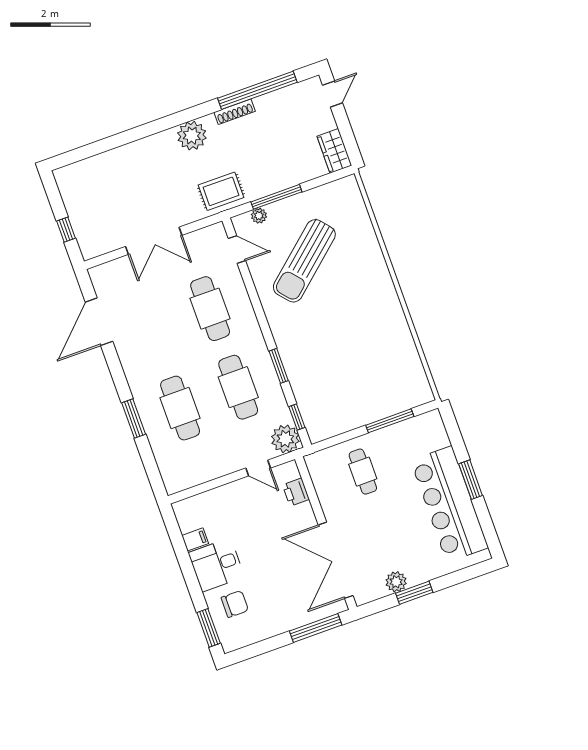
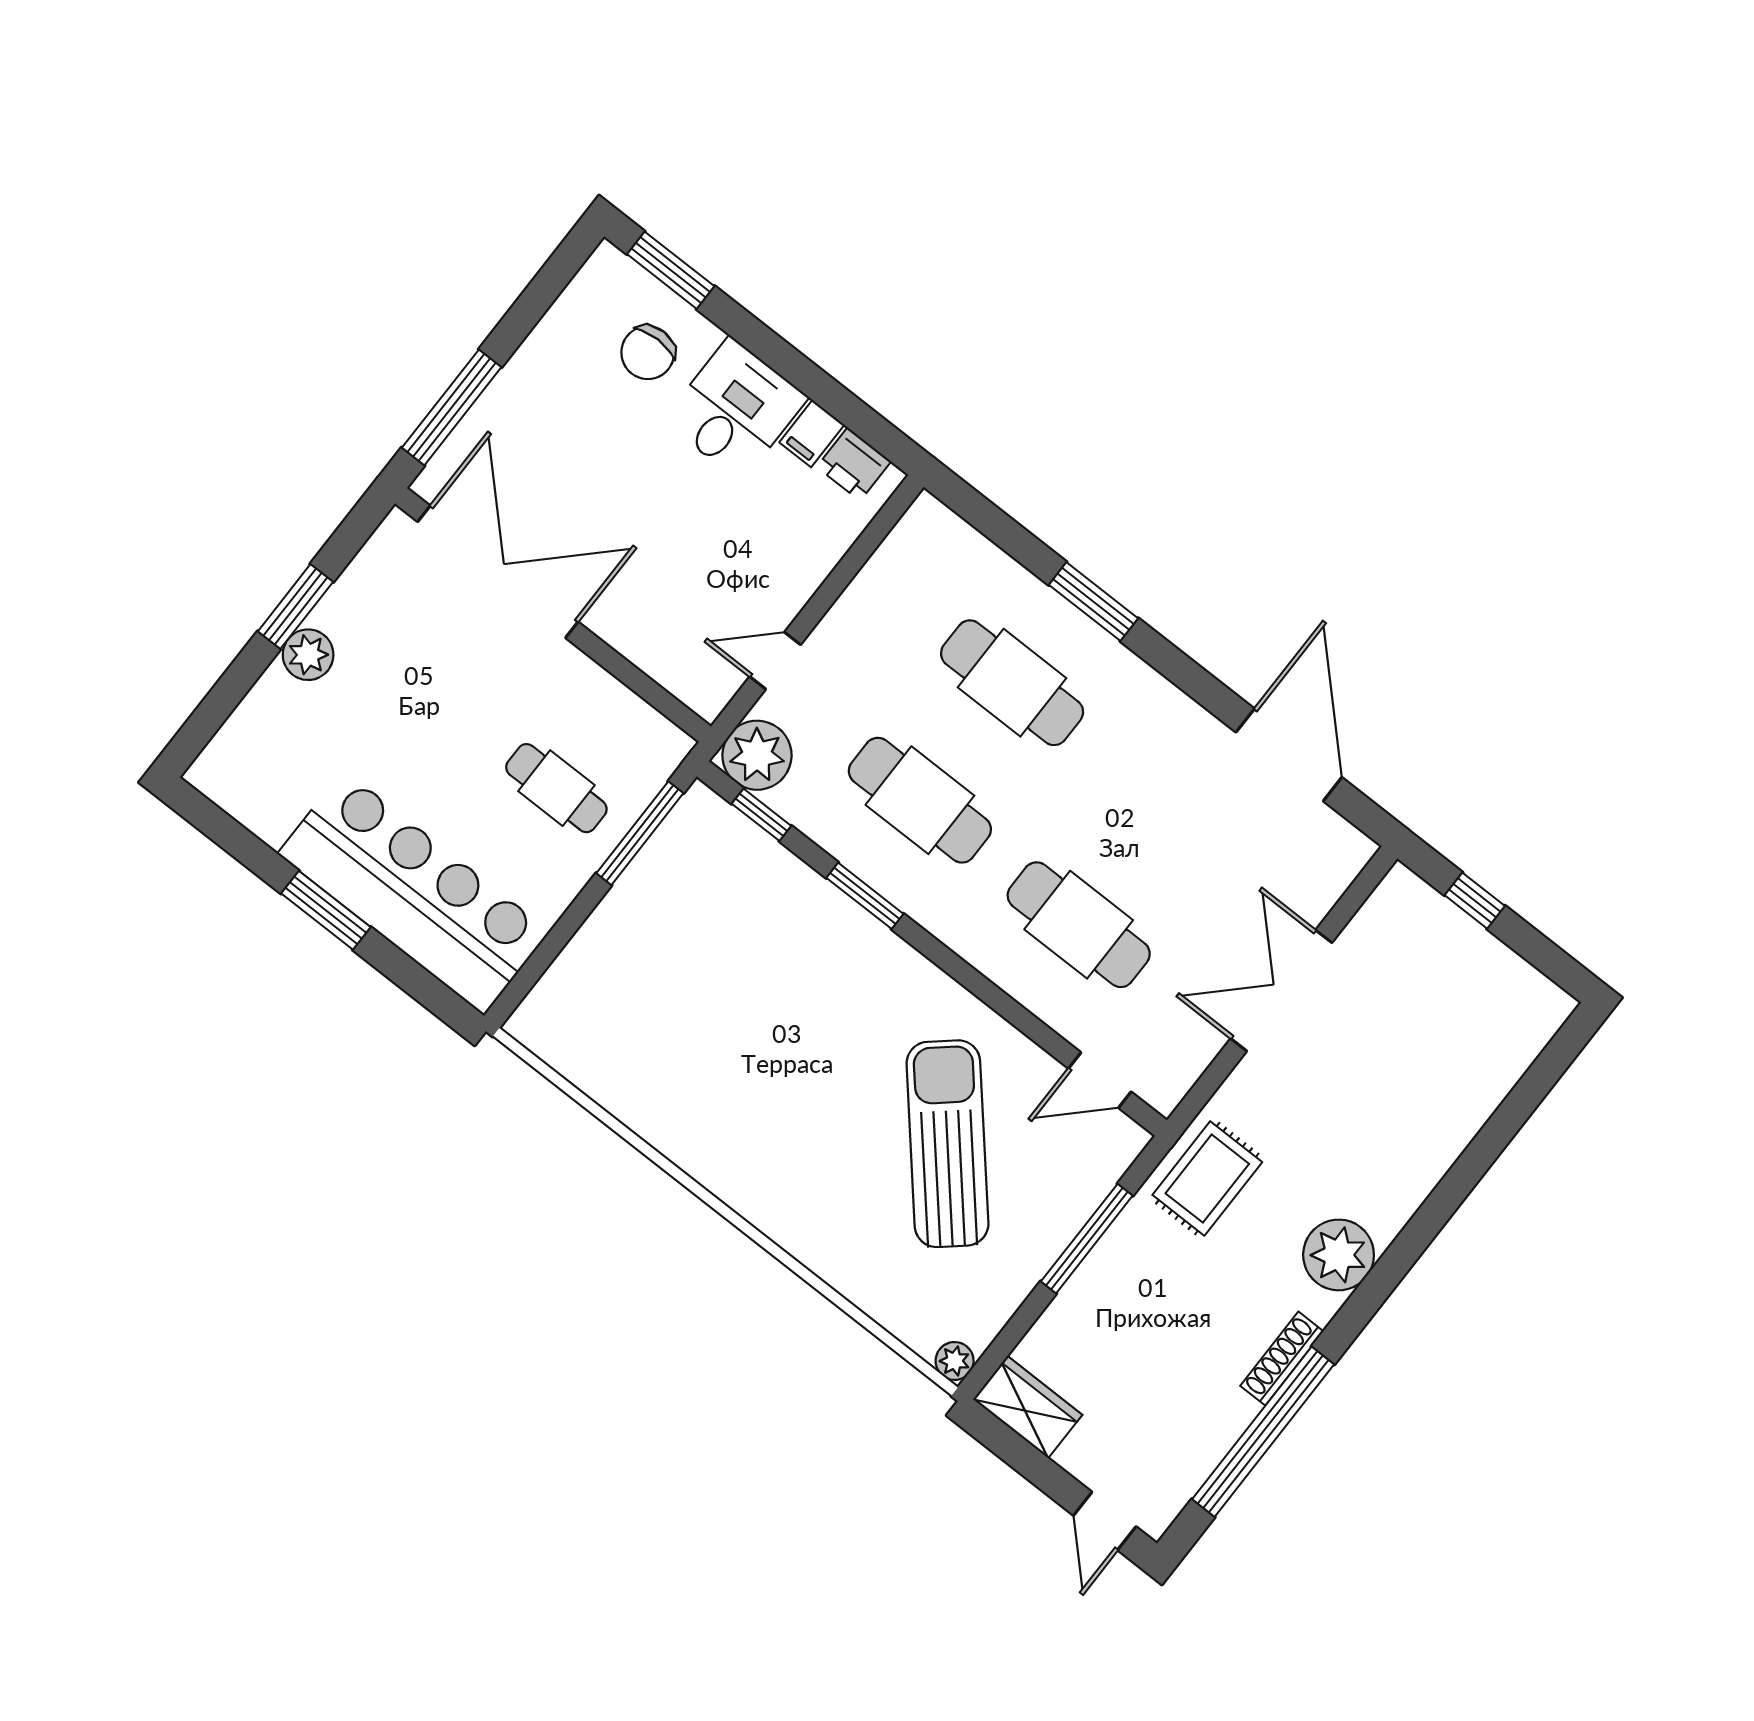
plant: (259, 216) -> (955, 1361), moved
window: (390, 421) -> (640, 833), moved
printer: (296, 492) -> (854, 464), moved, turned 180
bar counter: (449, 504) -> (414, 893), moved
plant: (396, 582) -> (308, 655), moved

